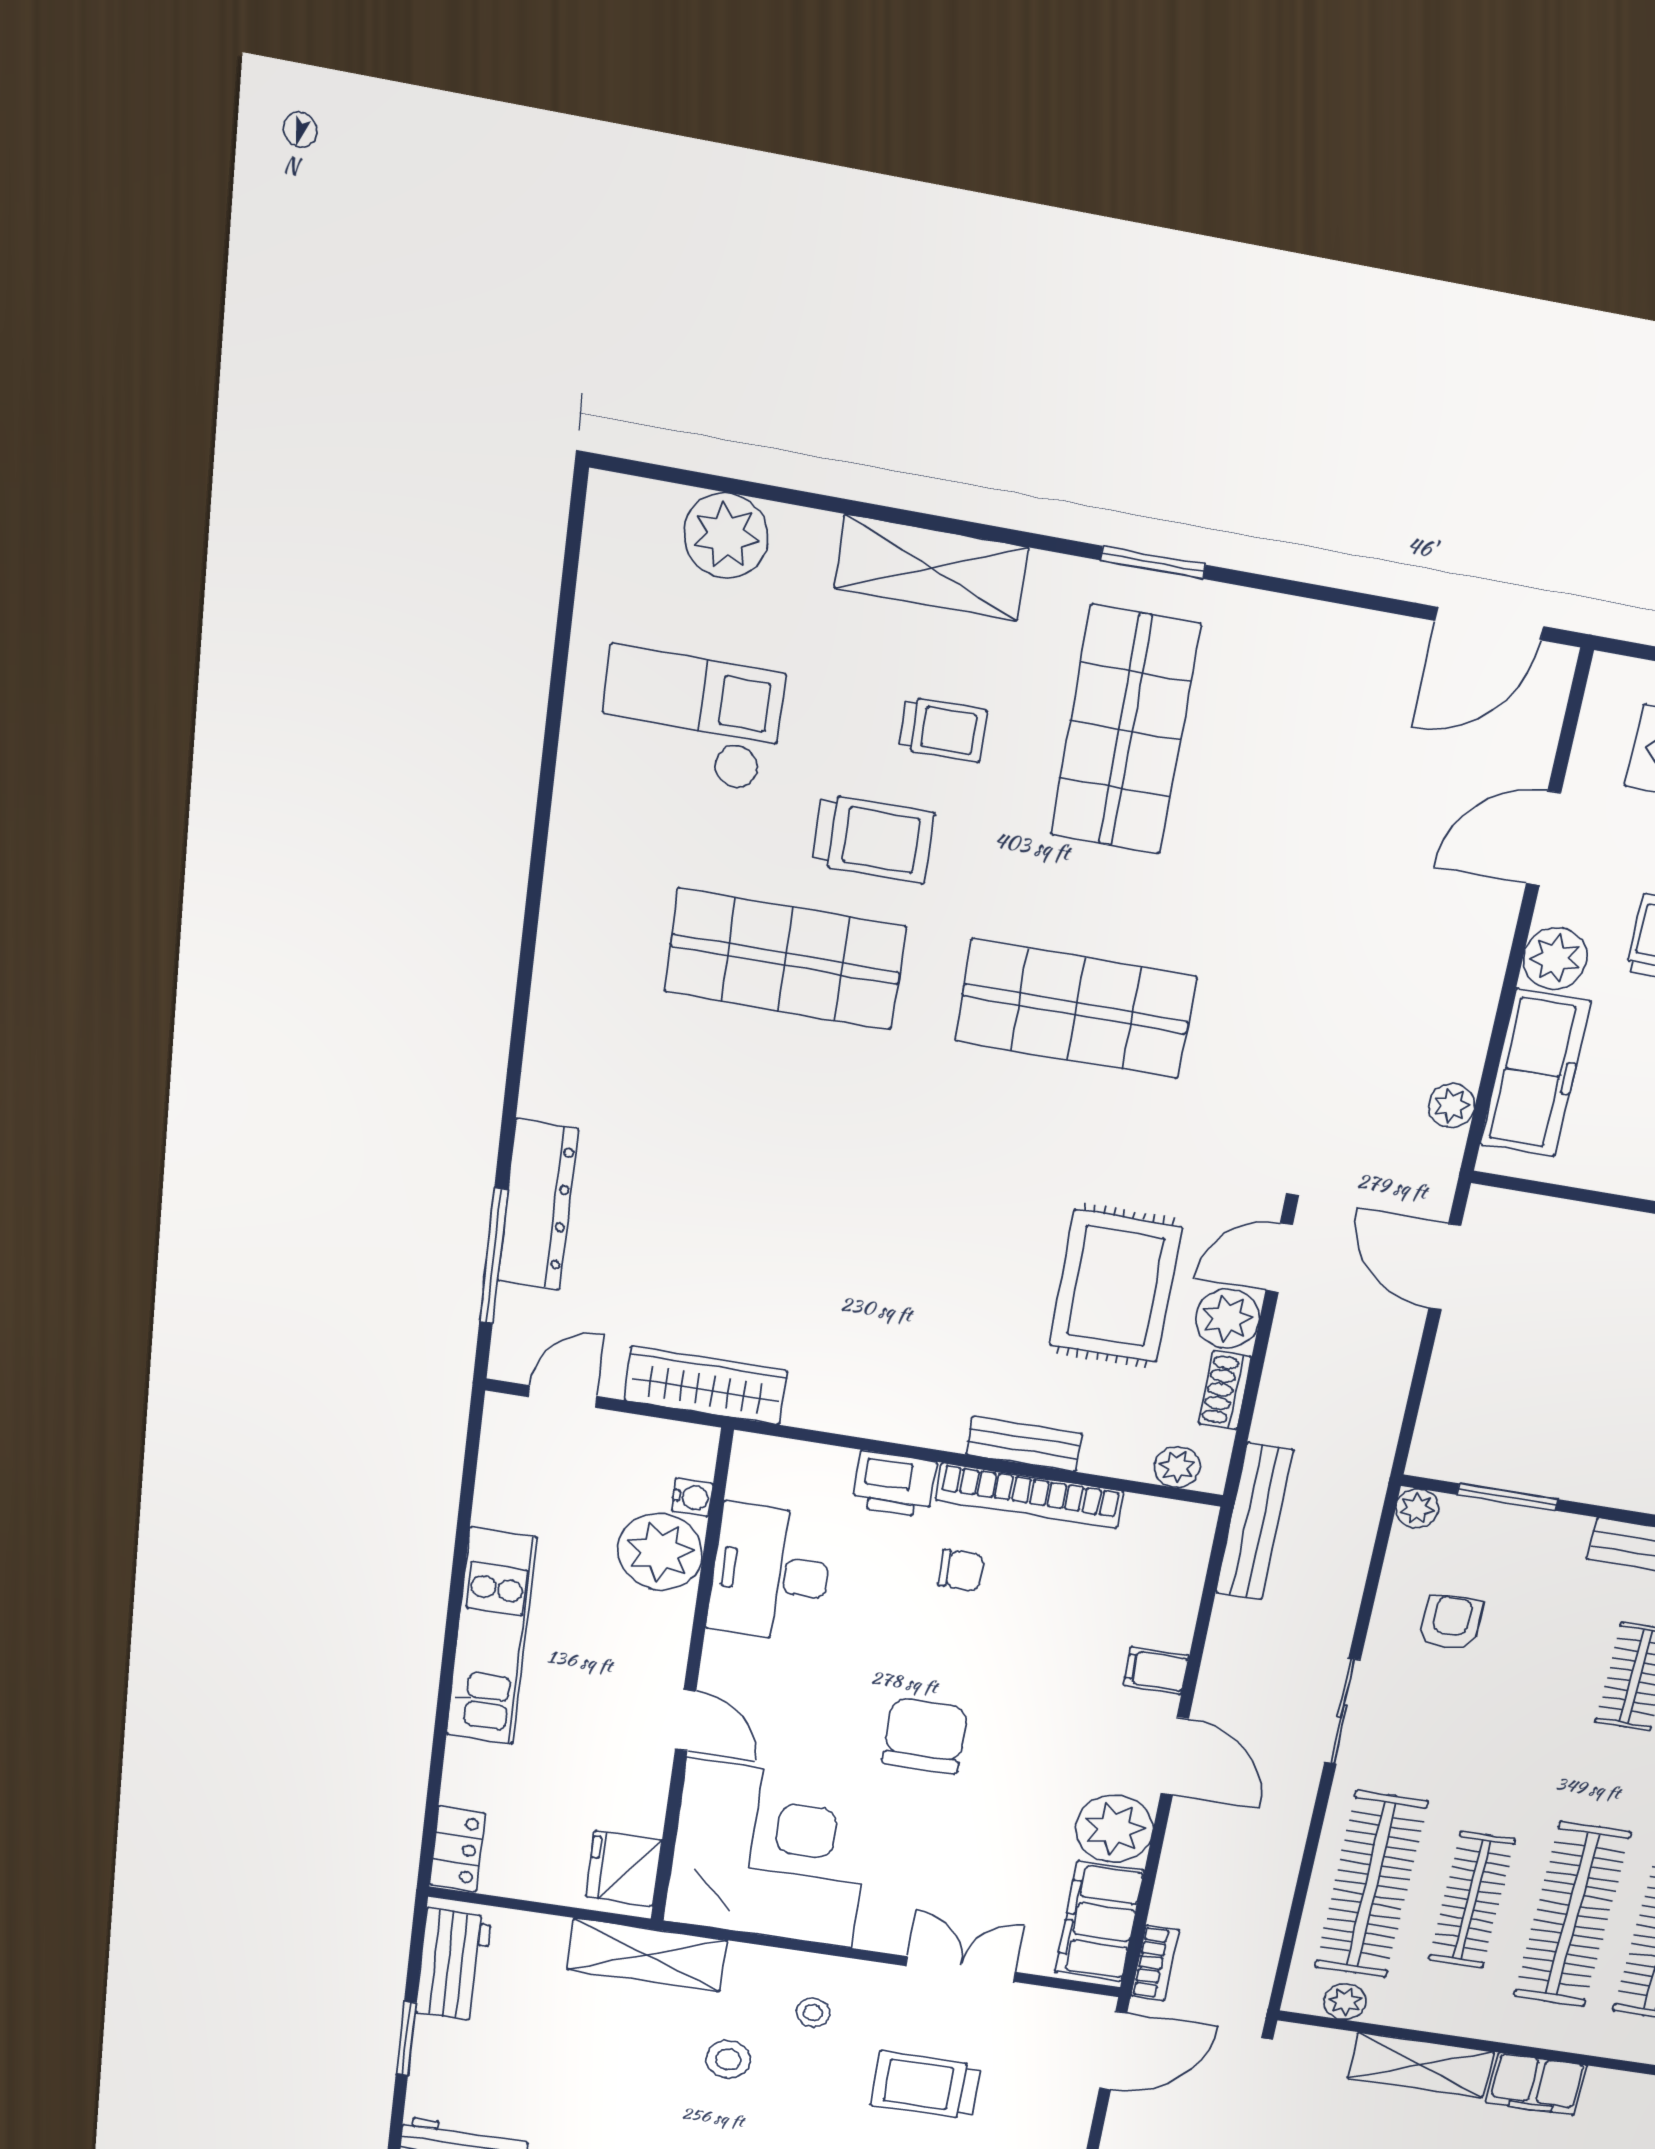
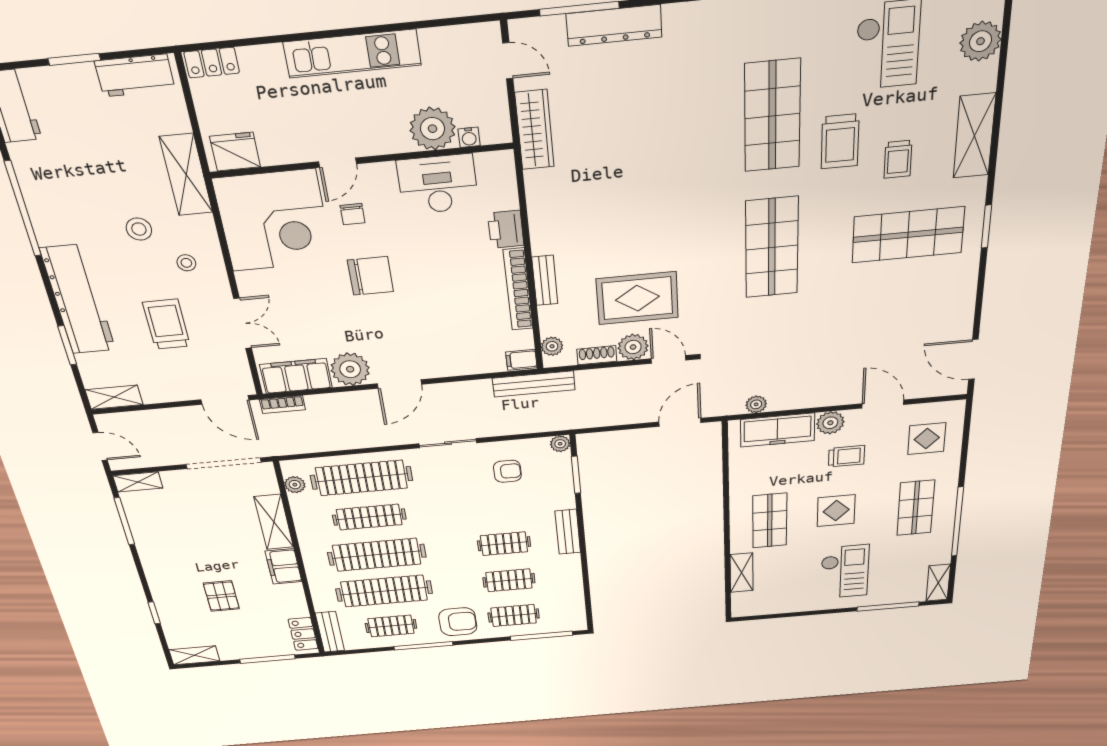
chair: (961, 1571) -> (353, 214), moved
filing cabinet: (1156, 1671) -> (521, 360), moved, turned -90

